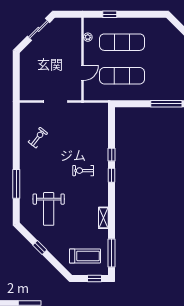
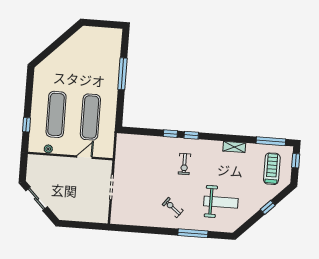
door: (82, 73) -> (85, 157), hinge flipped
exercise bike: (38, 138) -> (173, 208), moved
window: (40, 247) -> (268, 207), moved

